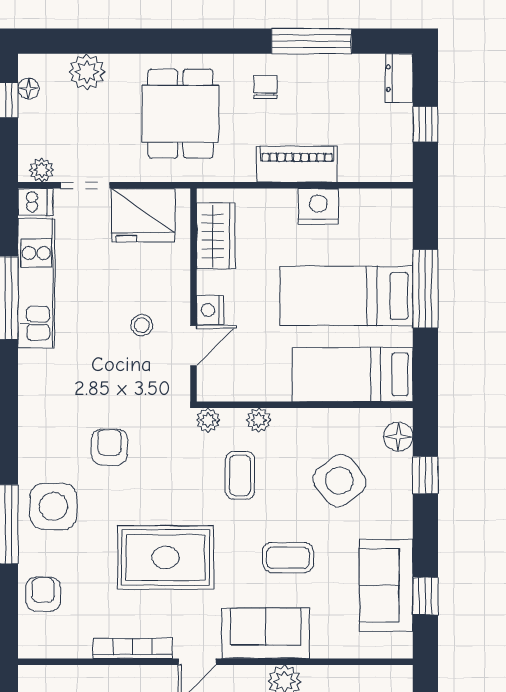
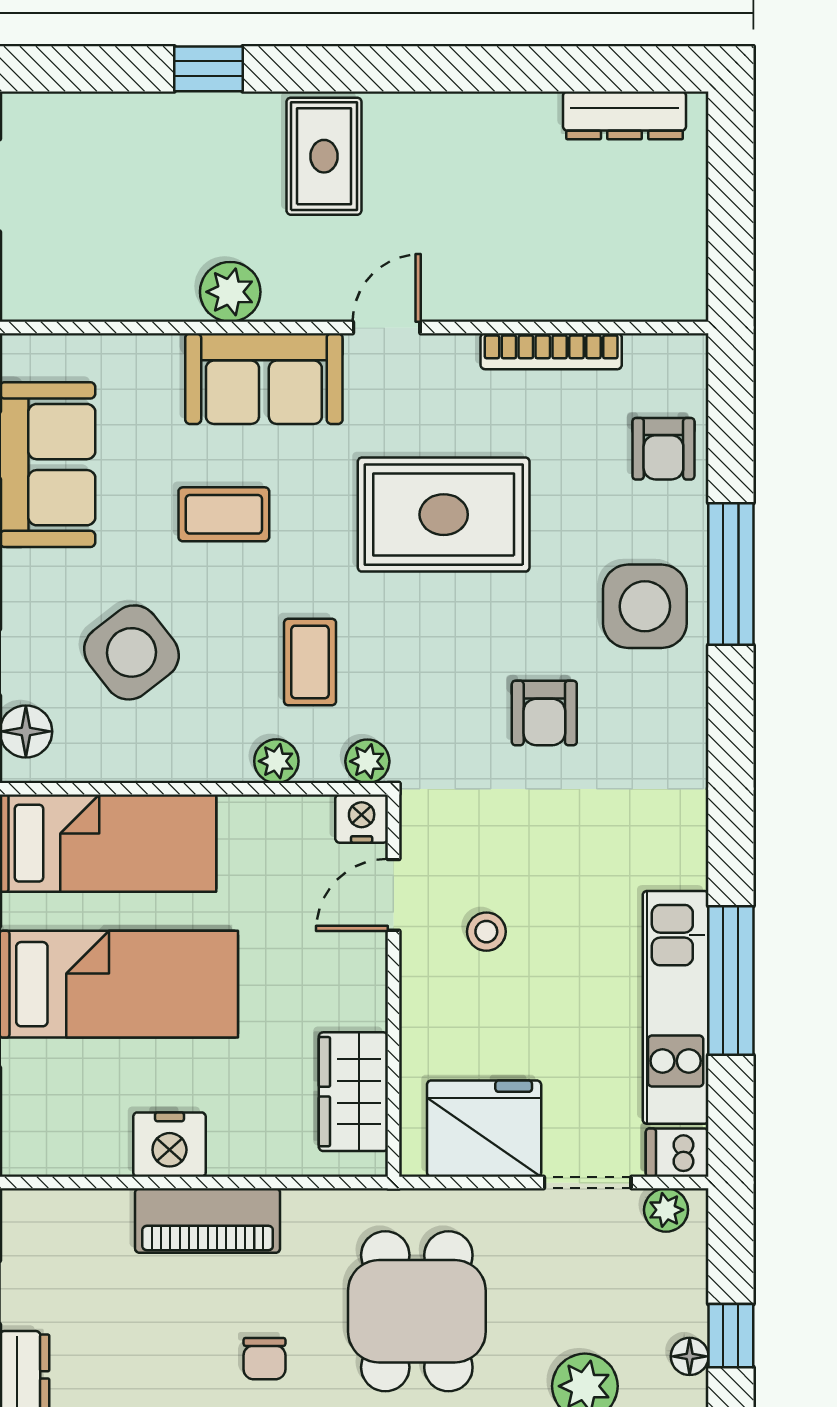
nightstand: (210, 310) -> (362, 819), moved, turned -90
bookcase: (133, 648) -> (551, 351), moved

